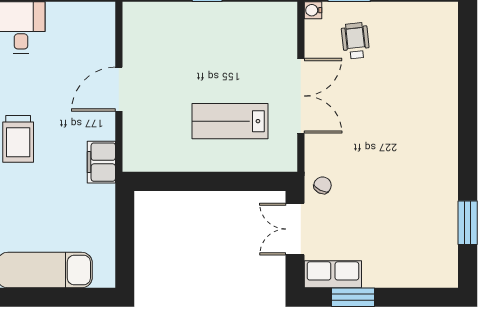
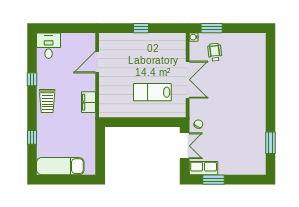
door: (119, 89) -> (97, 62), moved
filing cabinet: (101, 162) -> (88, 102), moved
double door: (295, 229) -> (185, 146), swing flipped

